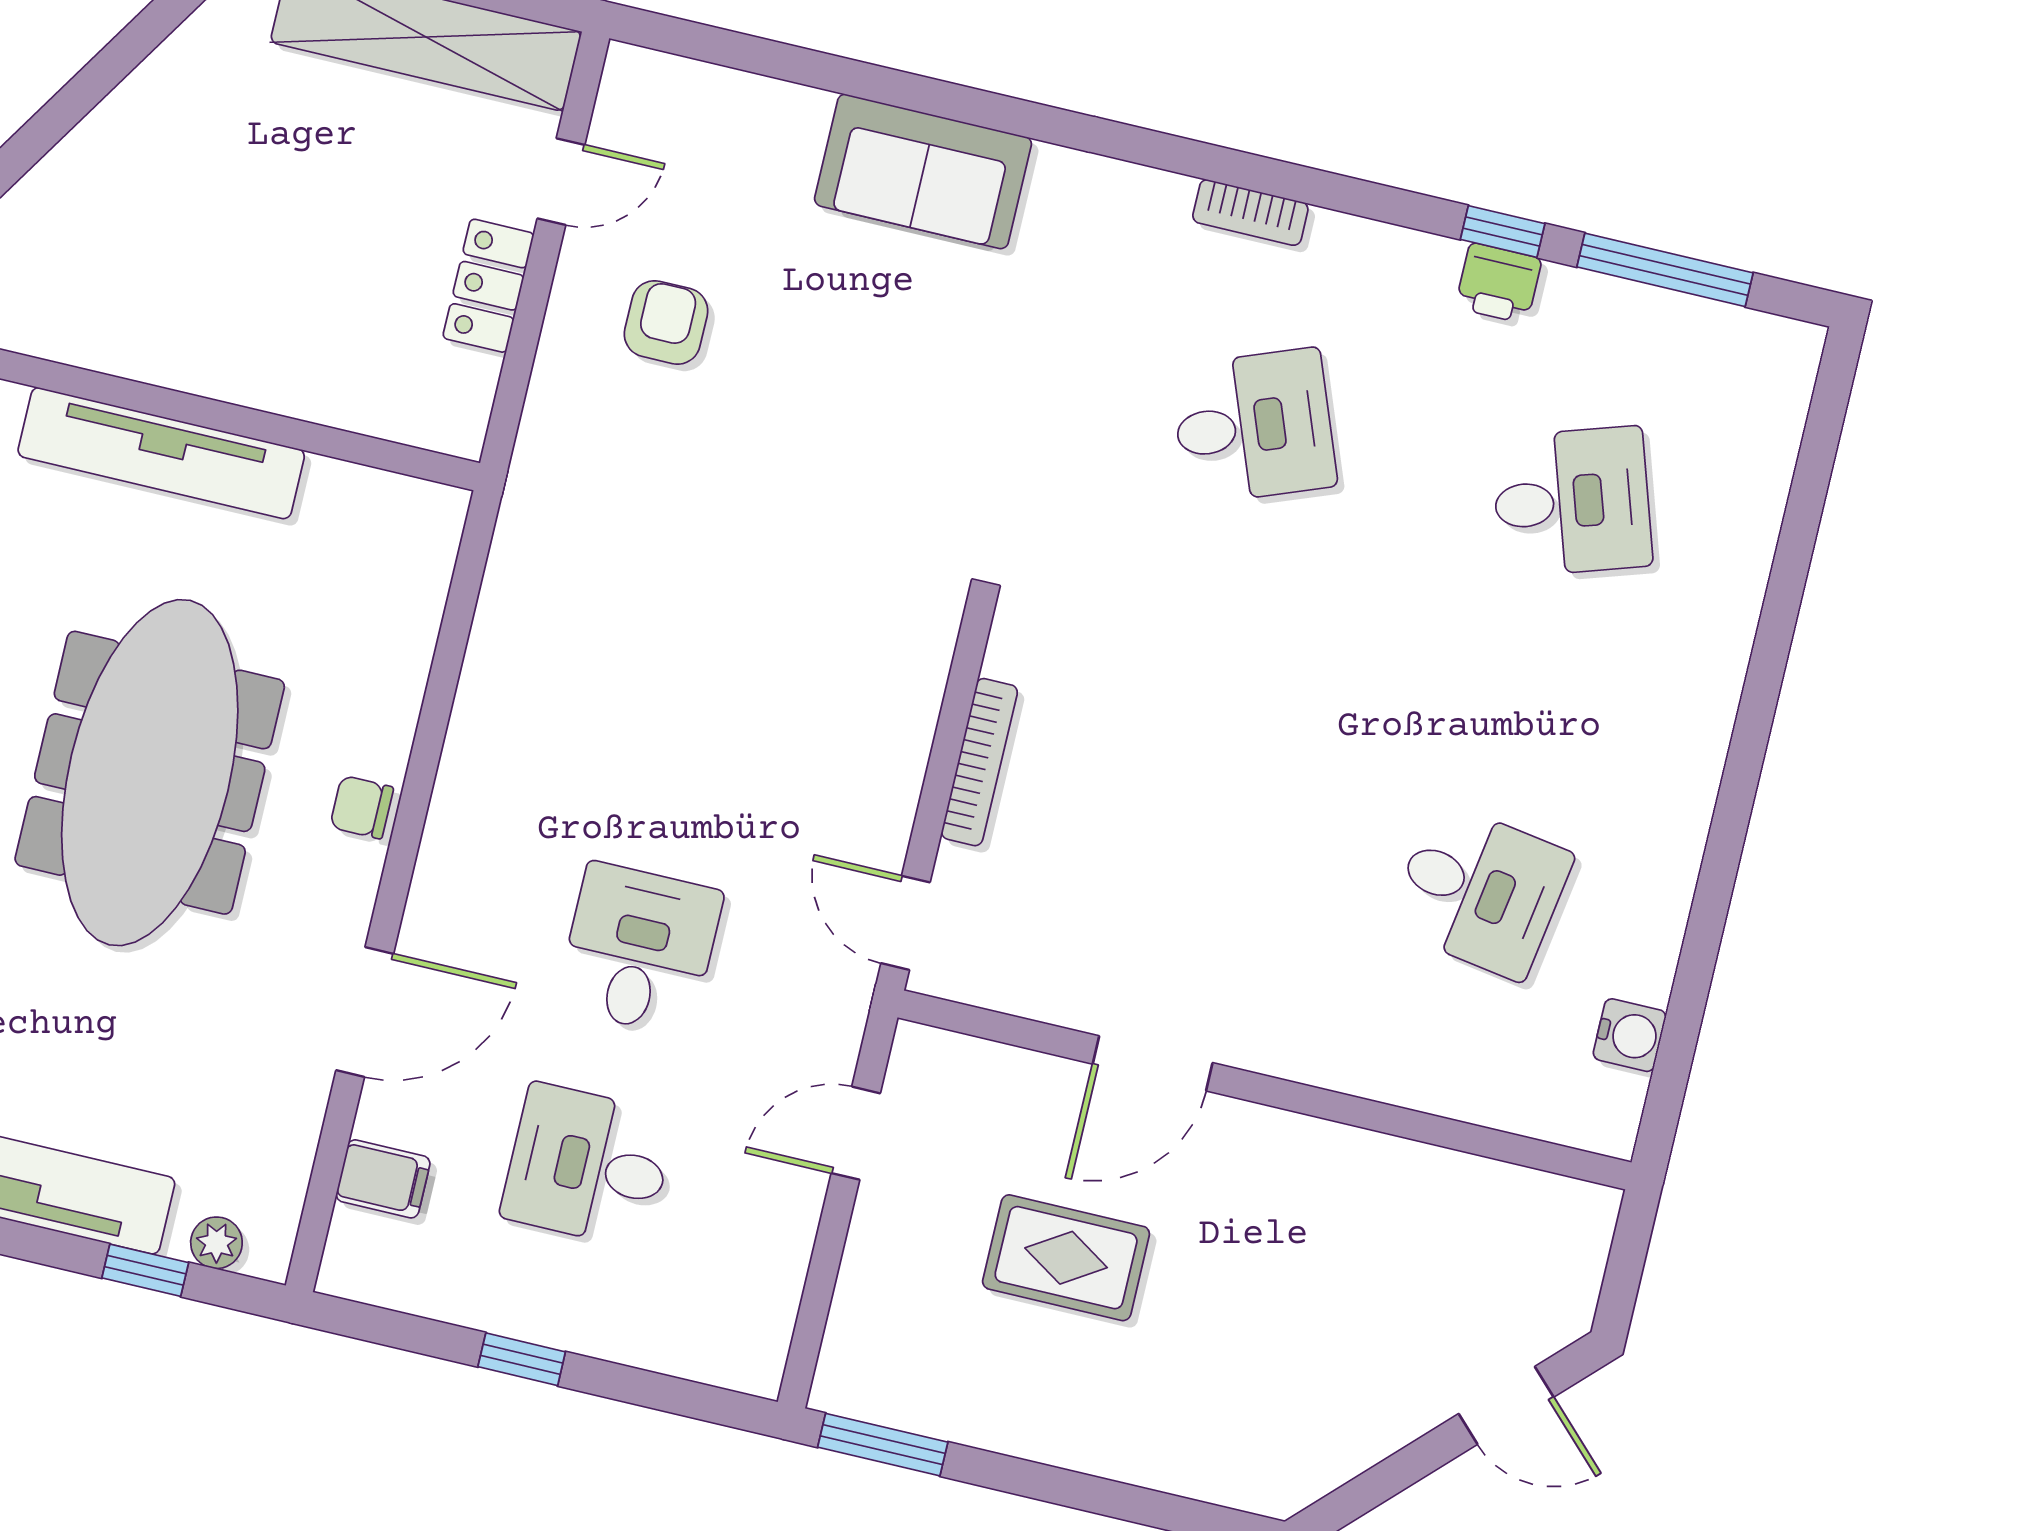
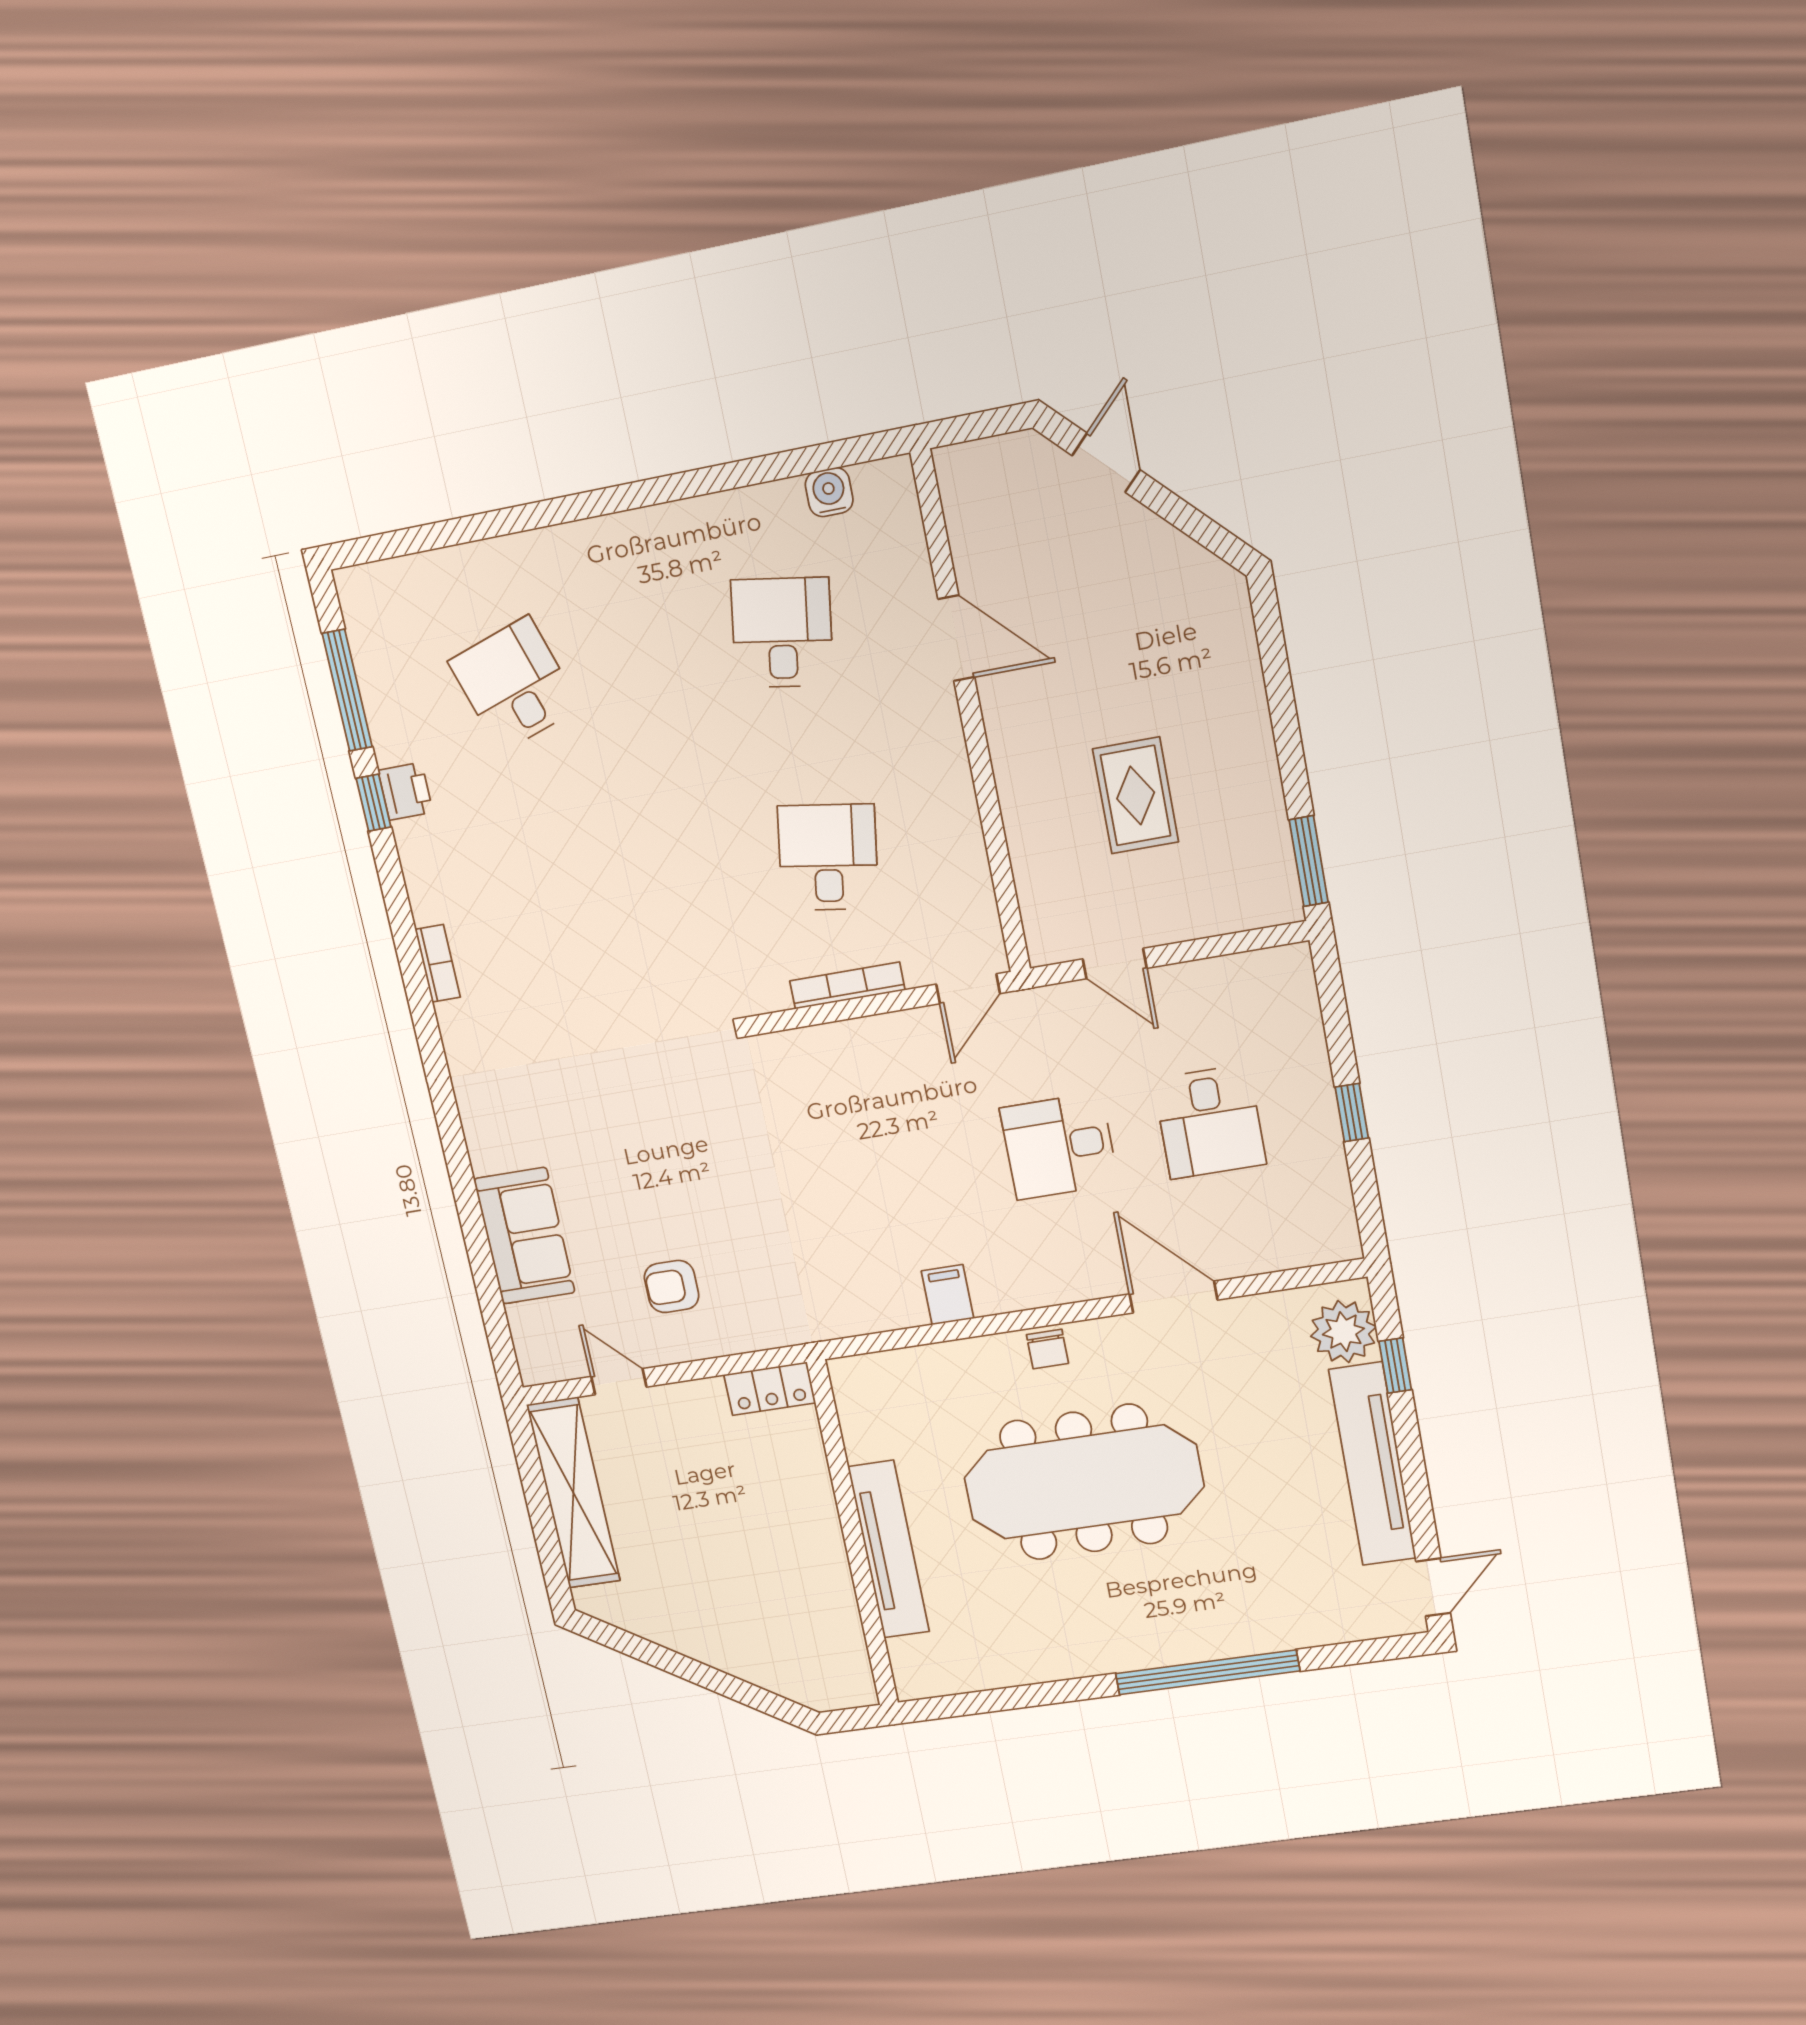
sofa: (923, 171) -> (524, 1236), moved
locker: (488, 286) -> (770, 1389), moved
desk: (1253, 426) -> (828, 857), moved, turned 30
door: (1153, 1063) -> (956, 638), moved
filing cabinet: (383, 1179) -> (947, 1295), moved
plant: (216, 1243) -> (1343, 1332), width x1.87, depth x1.87

